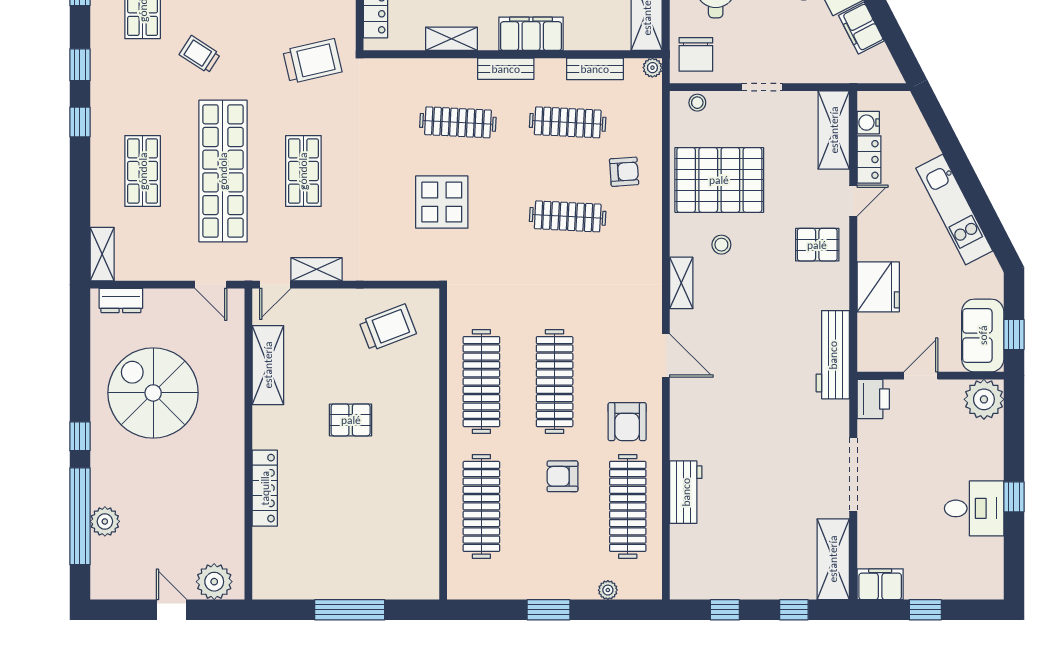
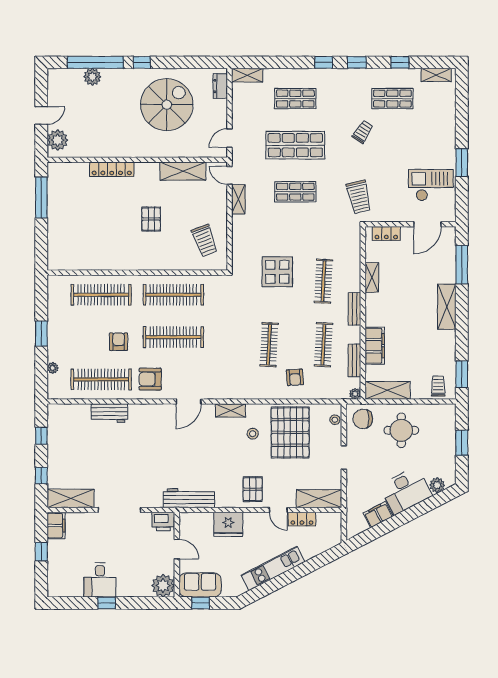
filing cabinet: (531, 34) -> (375, 346), moved
water cooler: (868, 123) -> (323, 519), removed
shop shelf: (223, 171) -> (295, 145), width x0.71
window: (350, 610) -> (41, 198), moved

